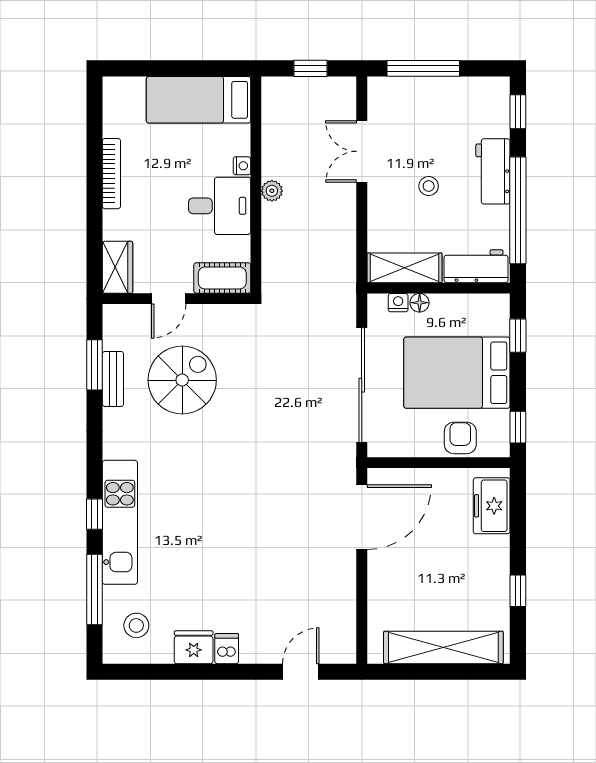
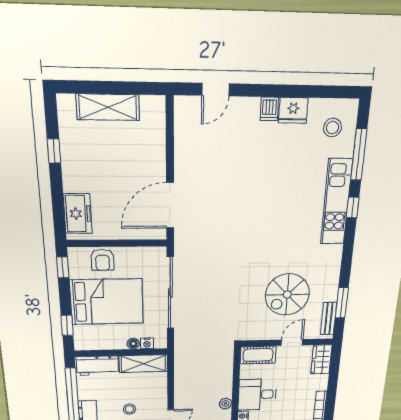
bench: (113, 379) -> (329, 319), moved
shelving: (443, 648) -> (108, 107), width x0.68

